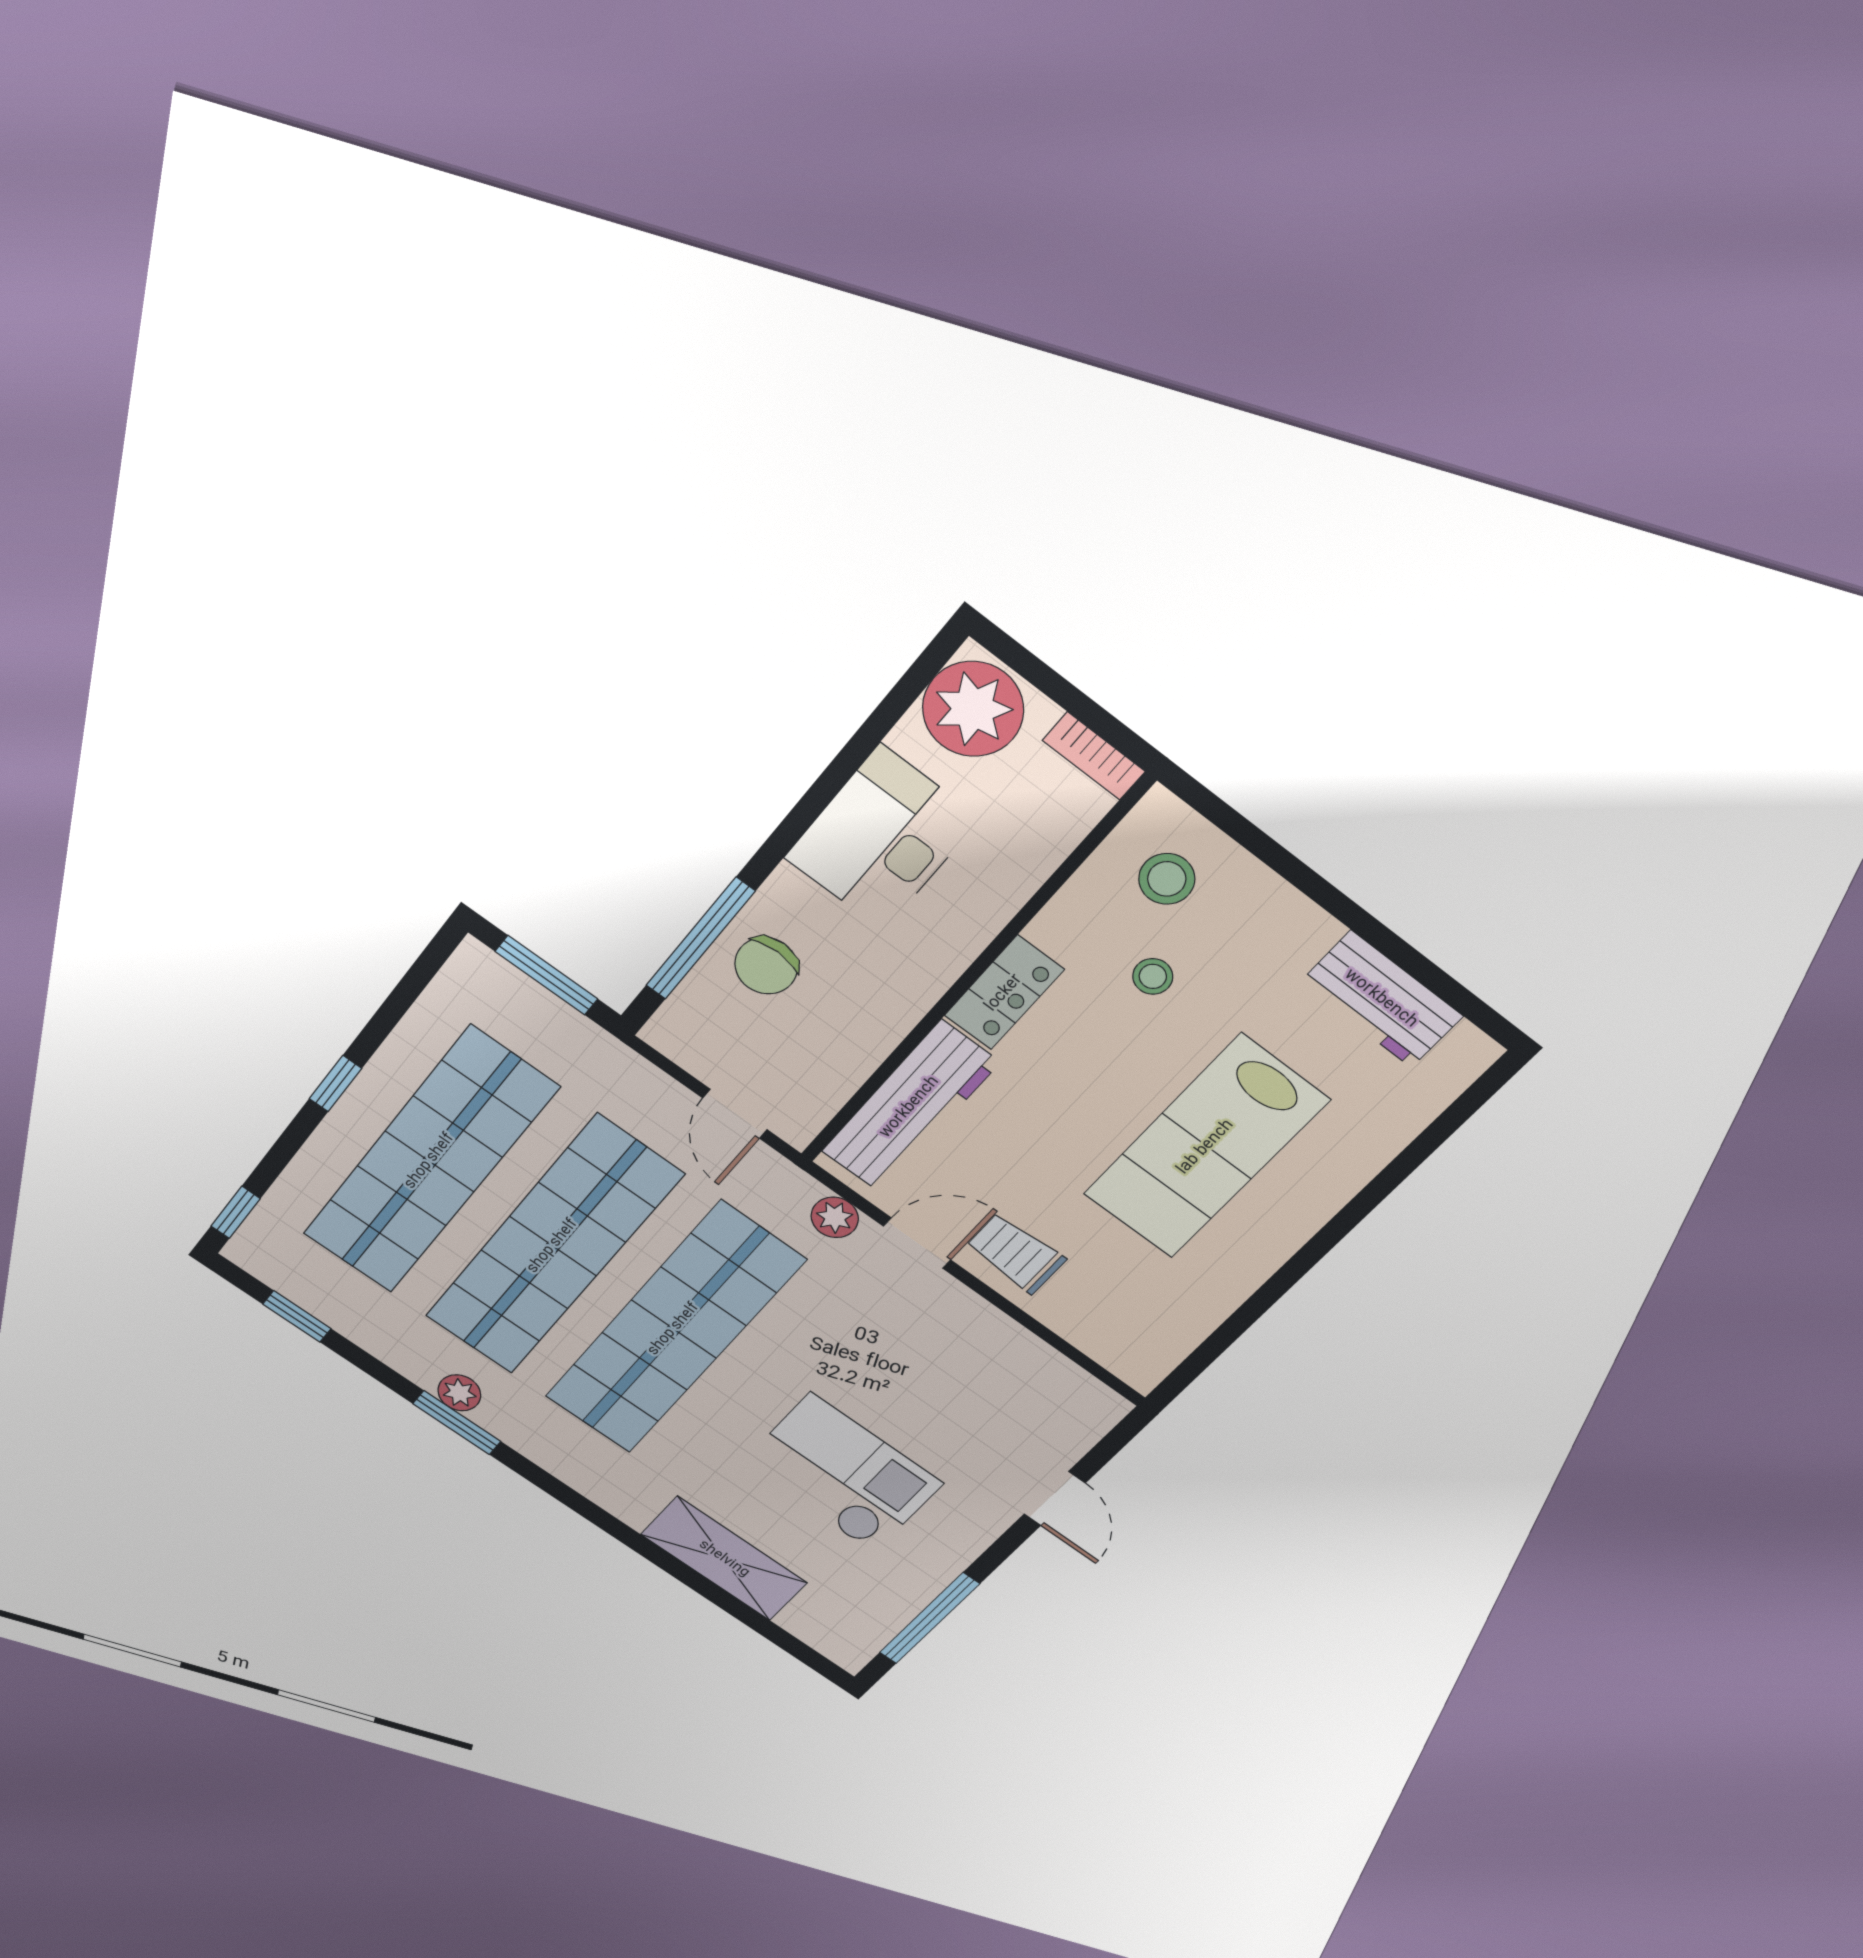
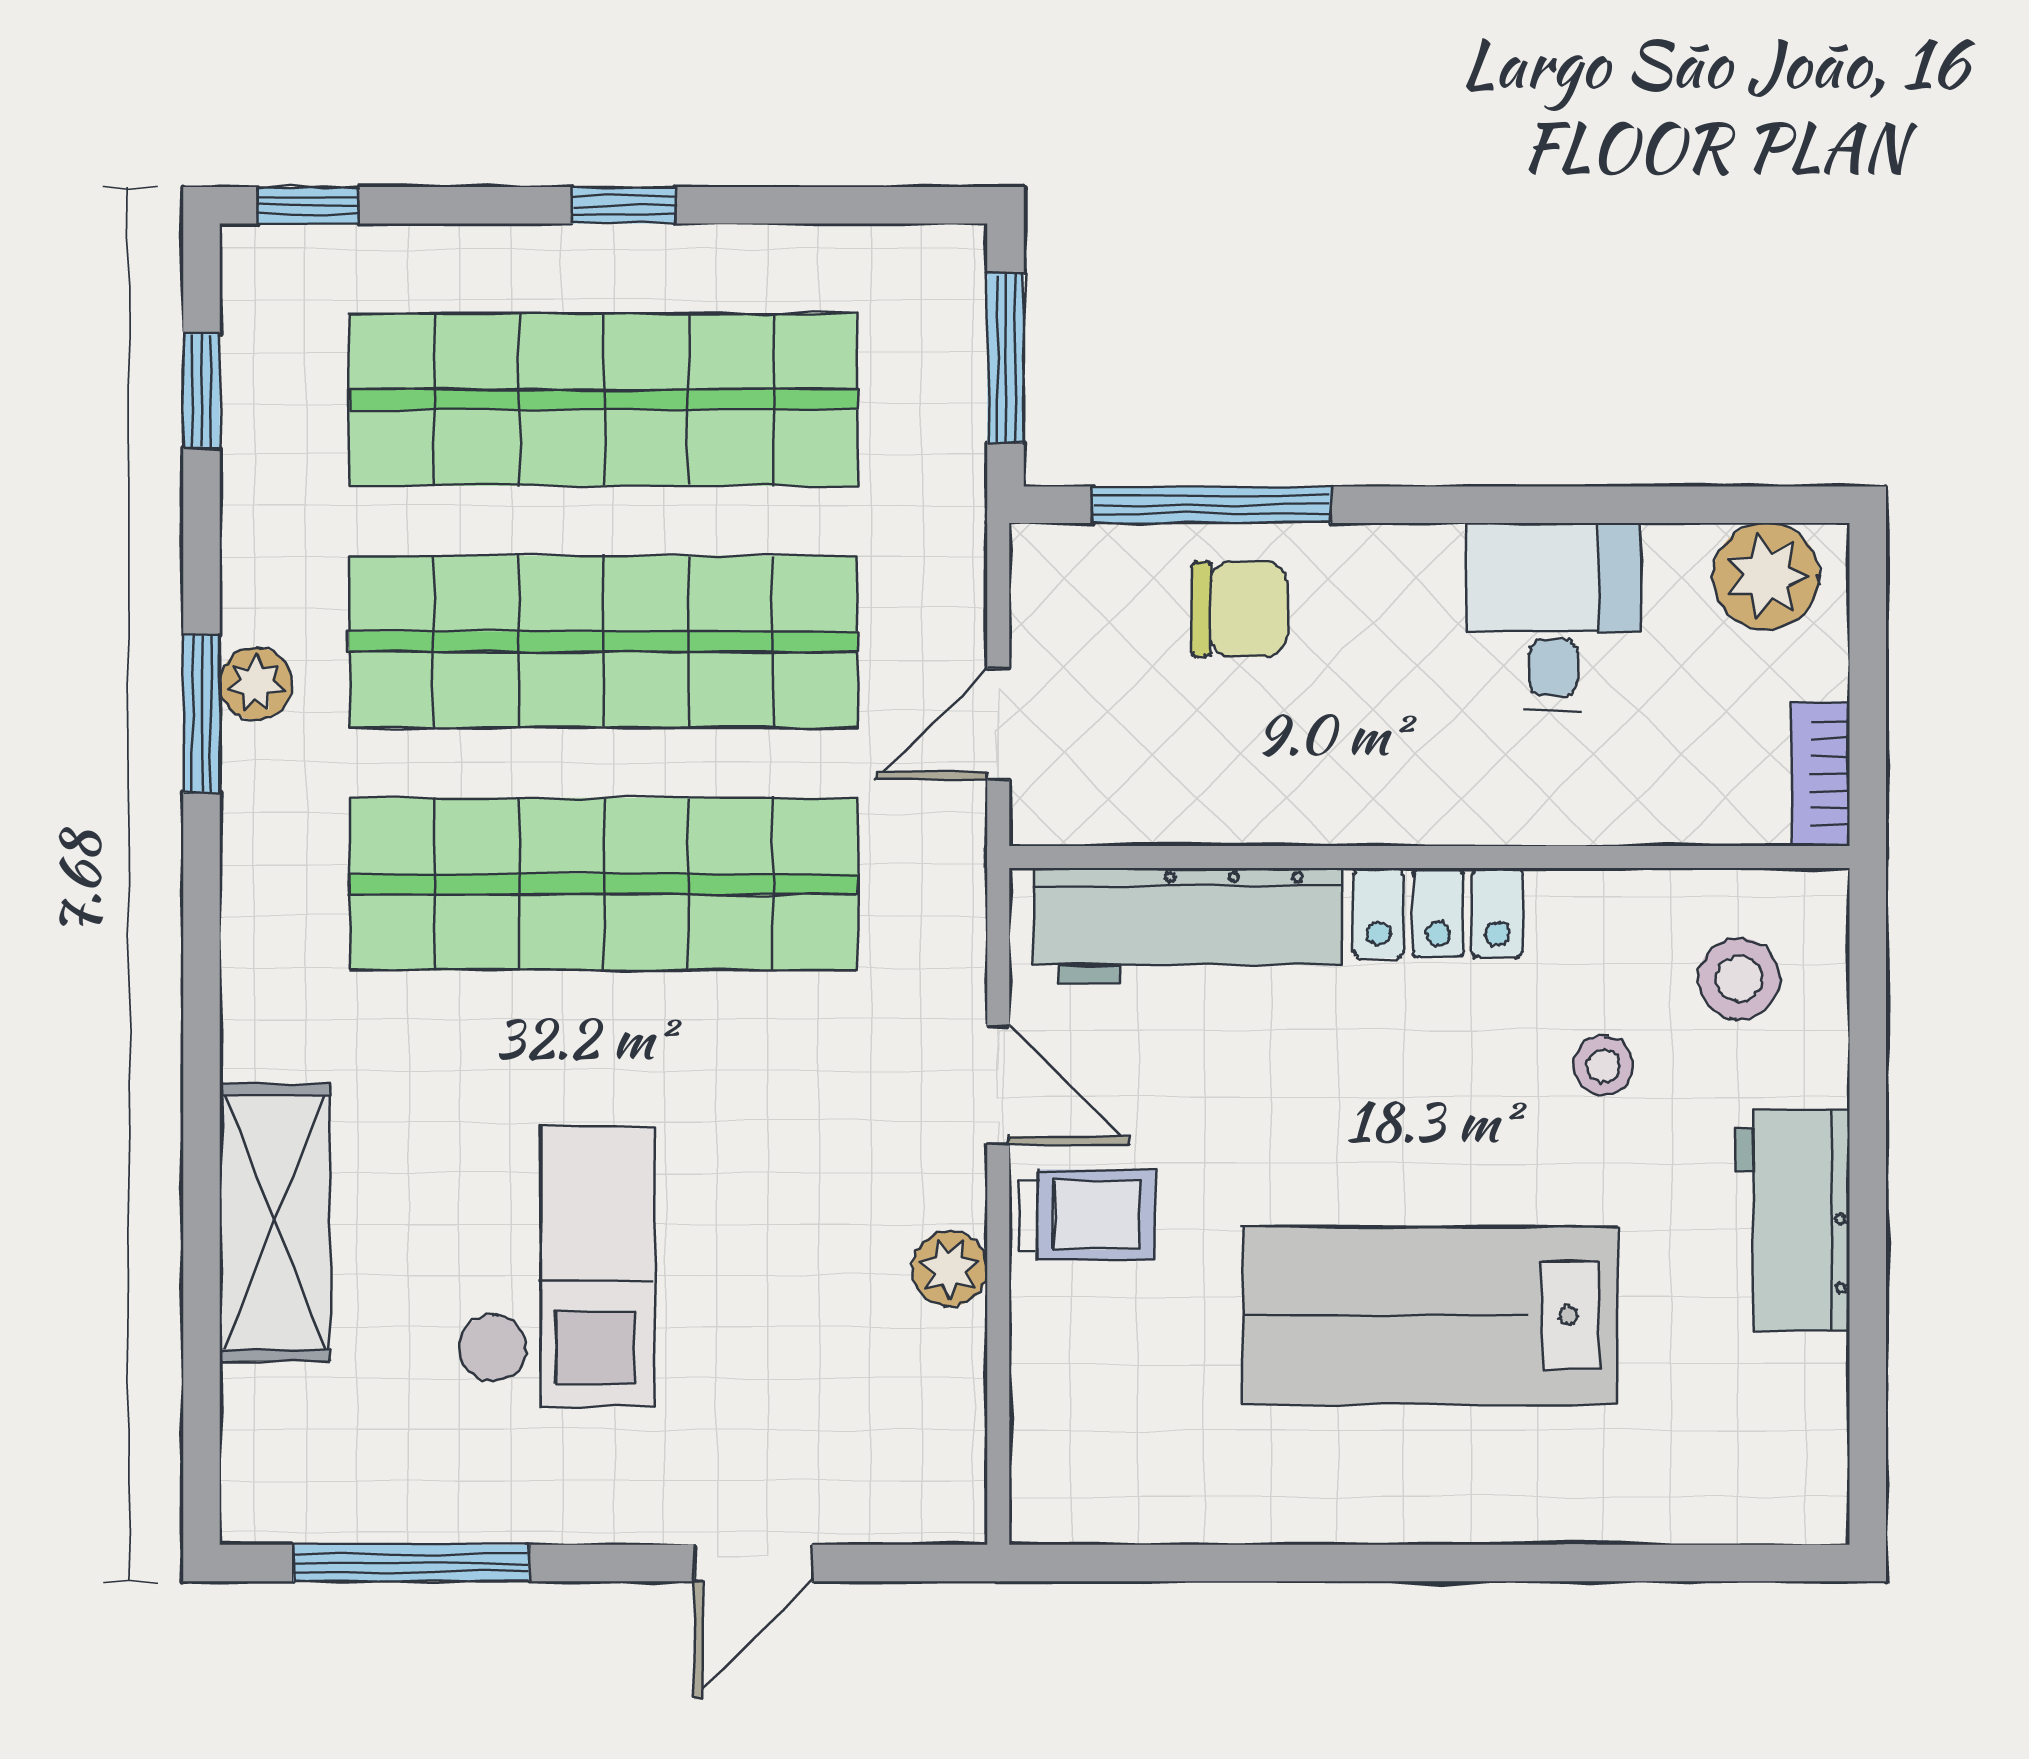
plant: (973, 709) -> (1766, 576), width x0.73, depth x0.73
desk: (882, 838) -> (1553, 617), width x0.73
chair: (766, 966) -> (1240, 609), turned 180
workbench: (1381, 999) -> (1792, 1220), moved
plant: (835, 1217) -> (950, 1269), moved
trolley: (1016, 1253) -> (1087, 1215), turned 90

